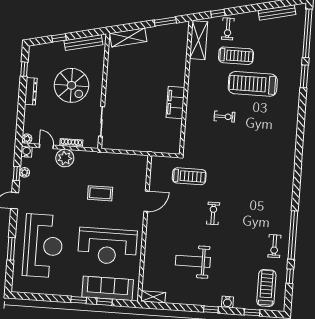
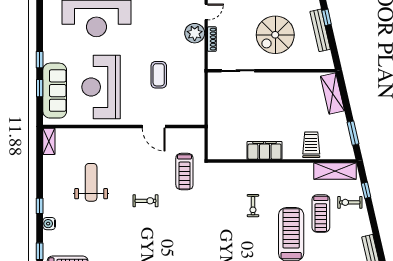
bench: (83, 42) -> (320, 30), moved
trolley: (173, 60) -> (311, 145), added

